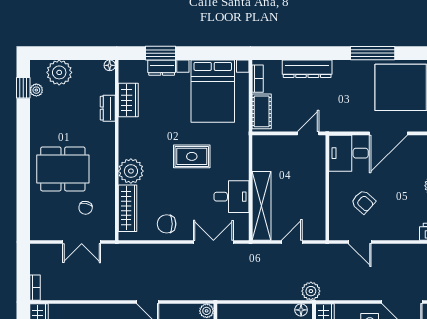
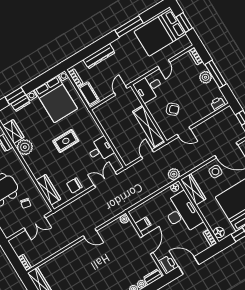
door: (388, 133) -> (164, 64), width x0.53
plant: (131, 171) -> (25, 147), moved
shelving: (261, 206) -> (149, 127), moved

